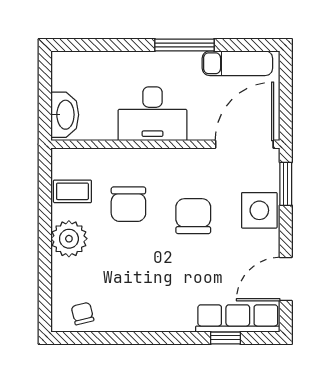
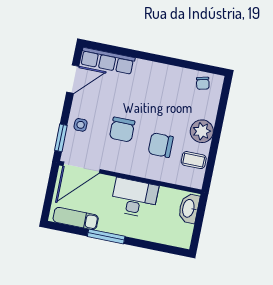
chair: (128, 204) -> (161, 145), turned -90
side table: (259, 210) -> (81, 125), width x0.54, depth x0.54
window: (226, 338) -> (117, 50), removed

